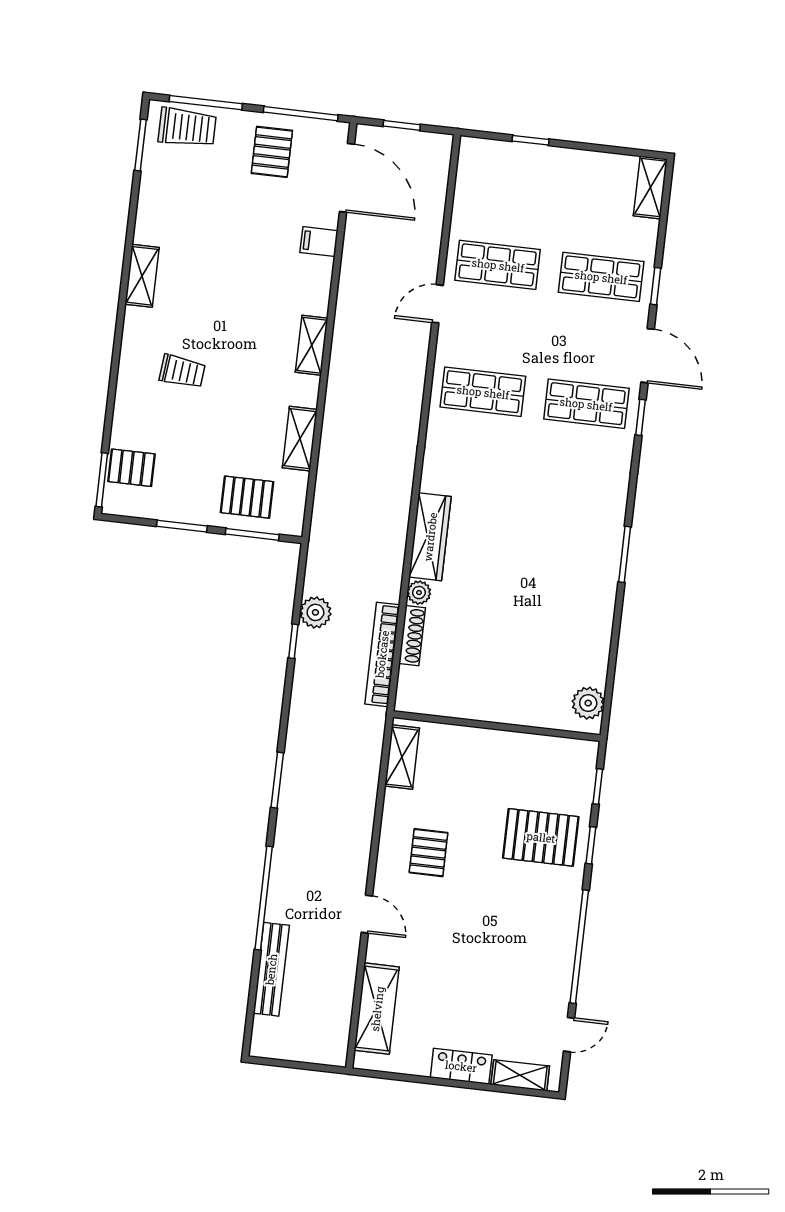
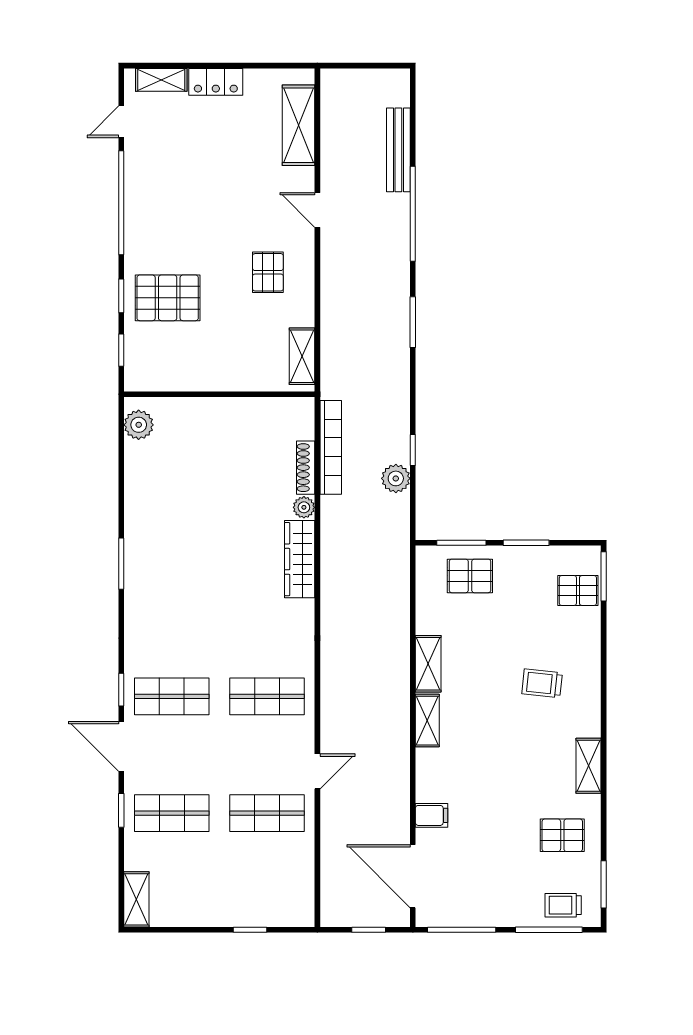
trolley: (187, 127) -> (563, 905), width x0.73, depth x0.72
pallet: (272, 152) -> (562, 835), moved, turned 90
shelving: (300, 439) -> (428, 664), moved

